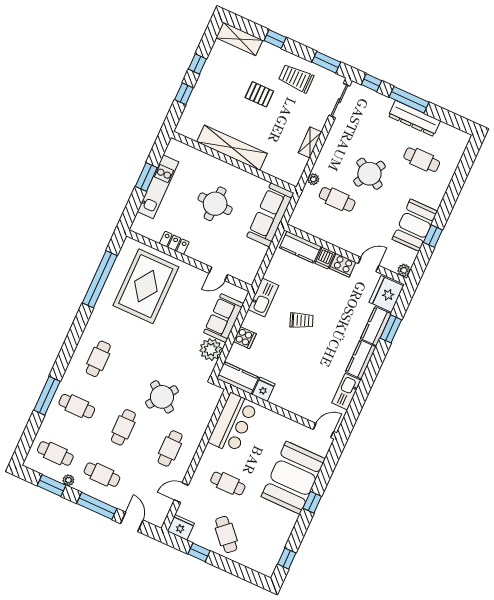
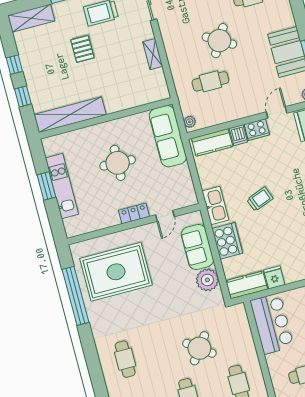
pallet: (259, 94) -> (82, 49), turned 90
shelving: (232, 148) -> (70, 115), moved
plant: (313, 179) -> (190, 122), moved
locker: (174, 243) -> (134, 213), moved
rug: (146, 286) -> (116, 272), turned 90
cooker: (245, 338) -> (227, 241), width x1.87, depth x1.31

